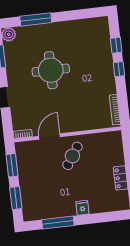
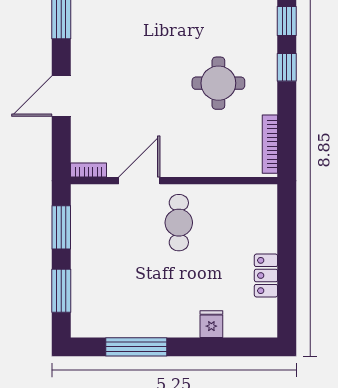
round table: (51, 70) -> (218, 83), moved, width x0.73, depth x0.73
cafe table: (72, 156) -> (179, 223), turned -34
fridge: (82, 208) -> (211, 324), moved

